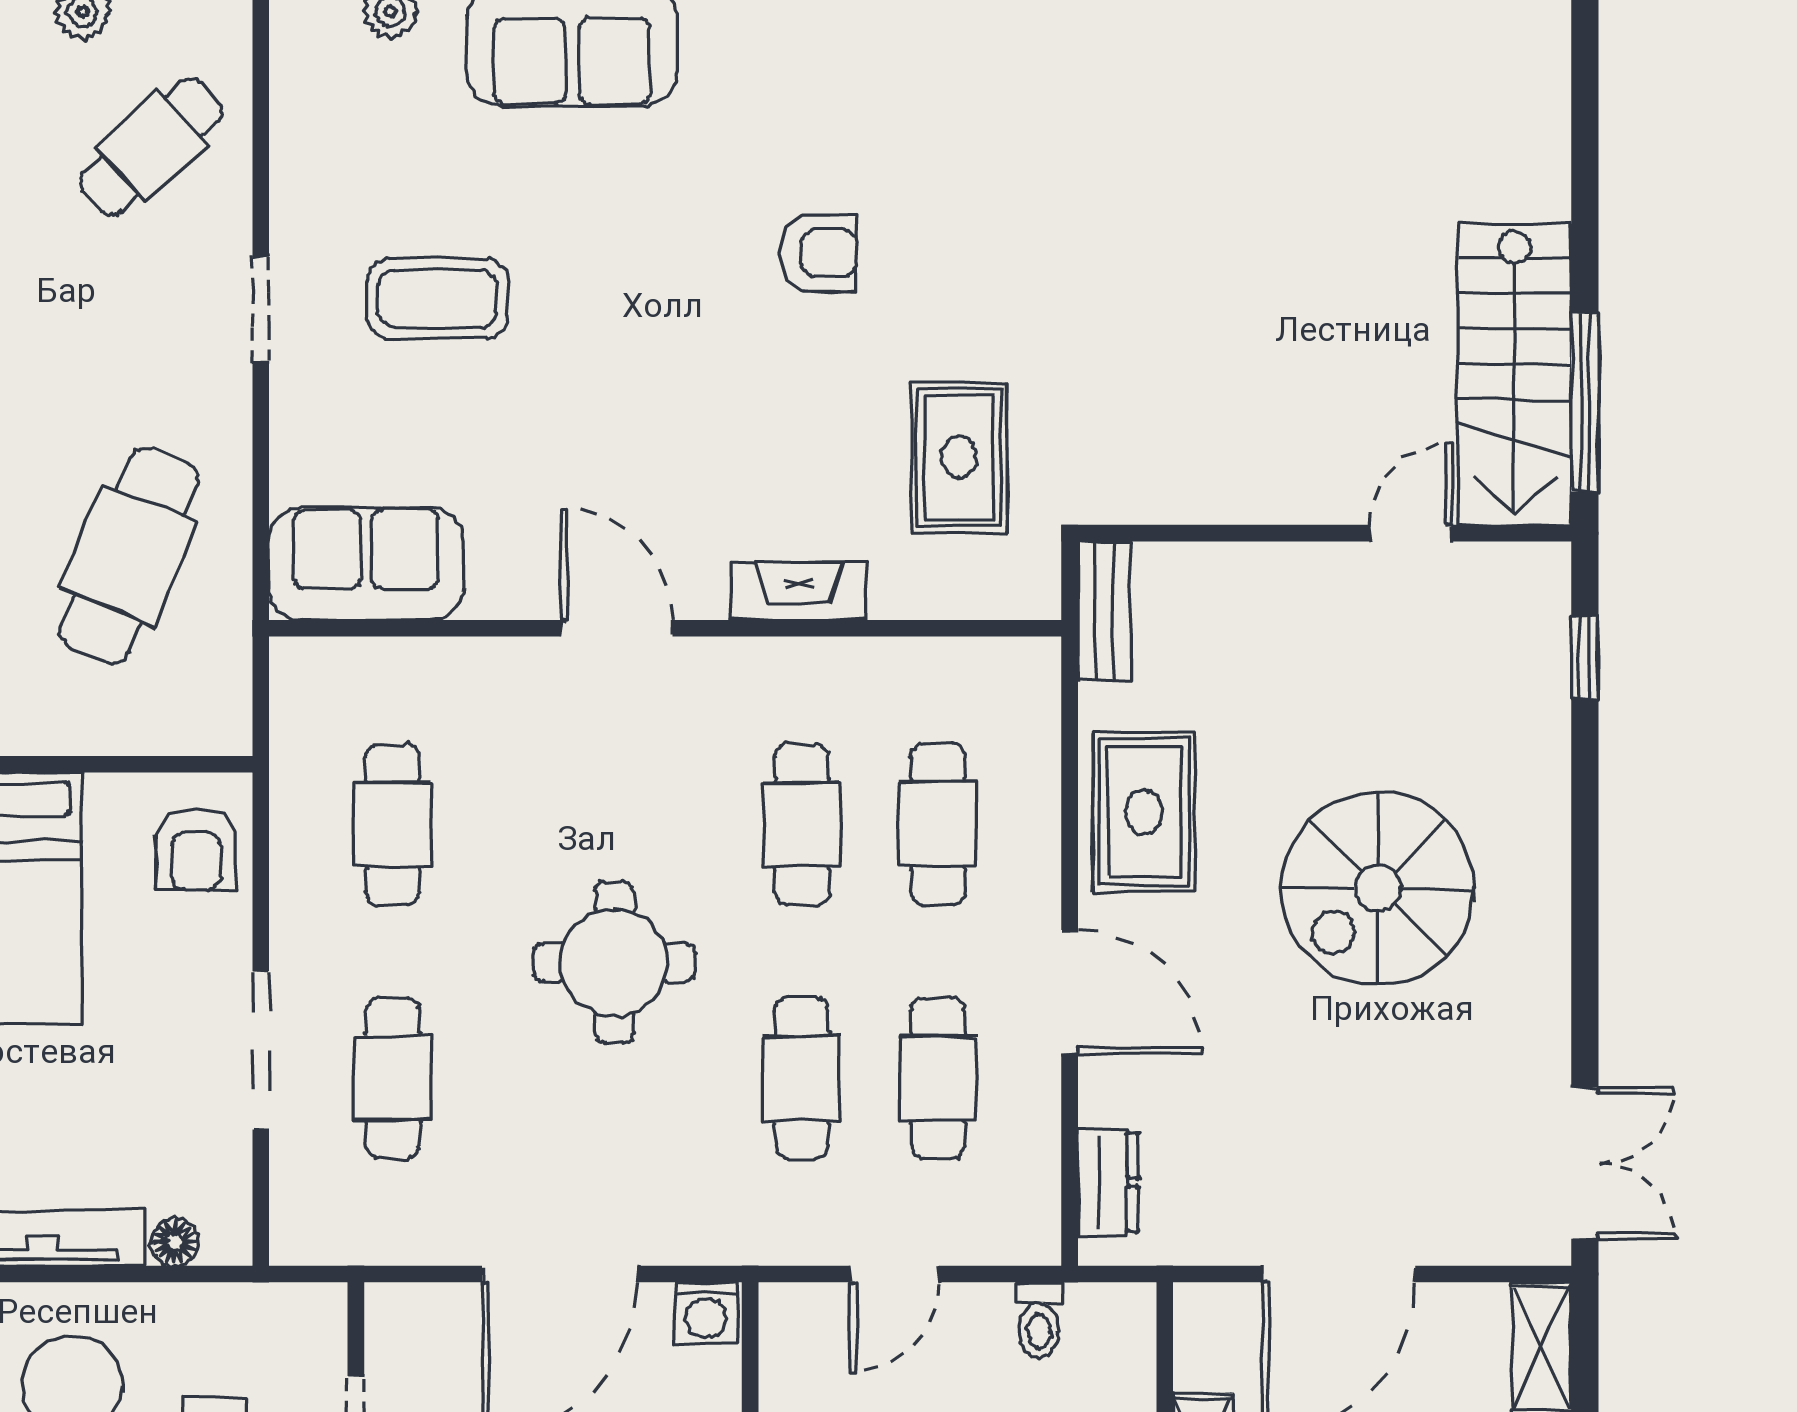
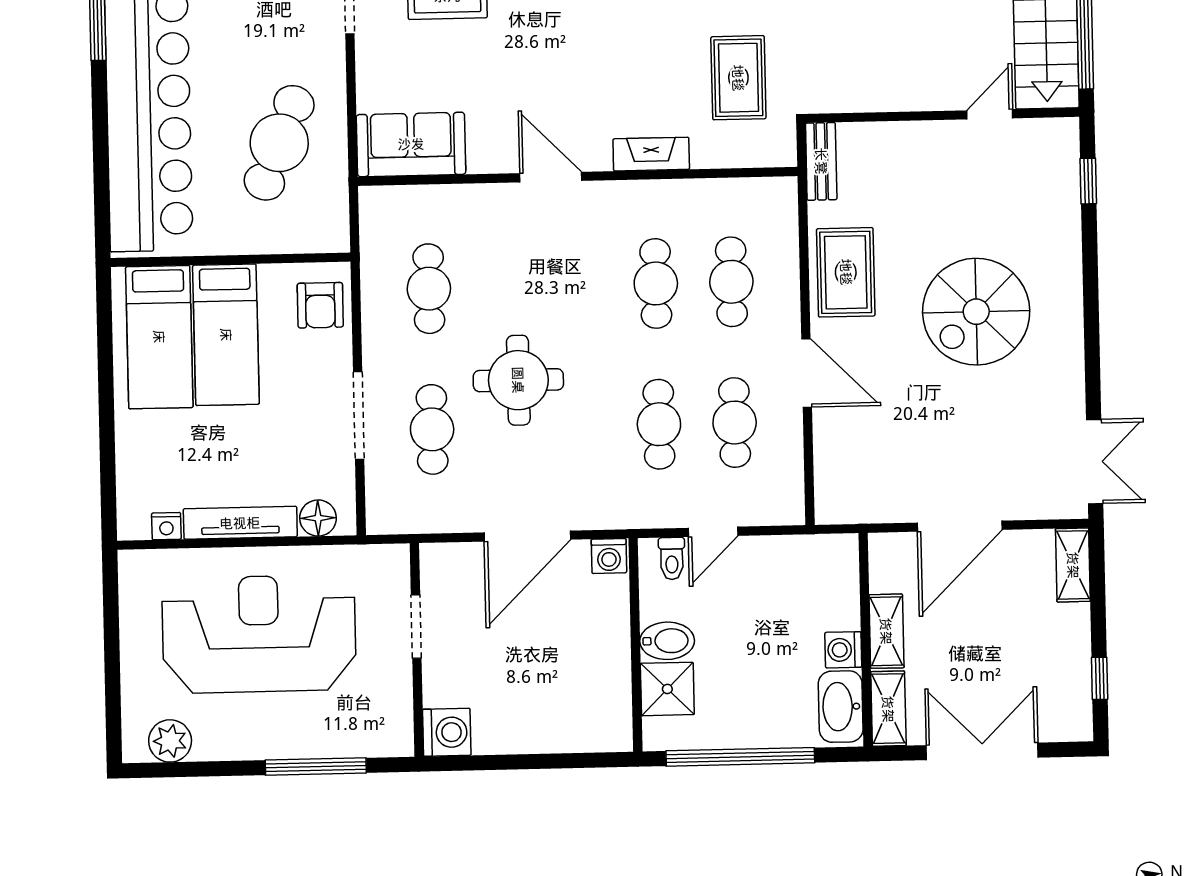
round table: (614, 962) -> (518, 380), moved
dresser: (1108, 1182) -> (830, 478), removed
floor lamp: (175, 1242) -> (318, 518), width x1.37, depth x1.37
toilet: (1039, 1320) -> (672, 558), moved

